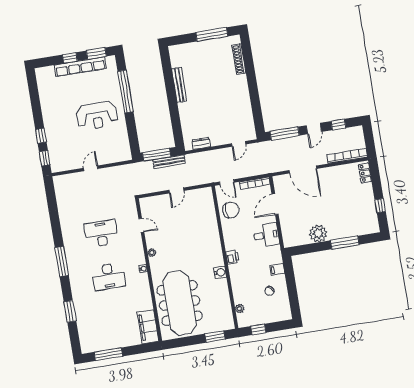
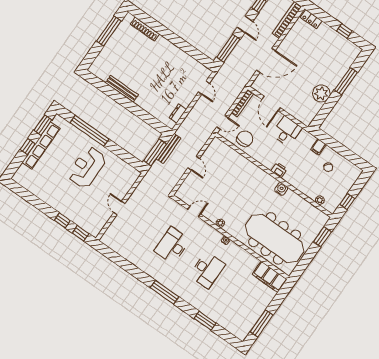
reception desk: (97, 116) -> (87, 167), turned 180

